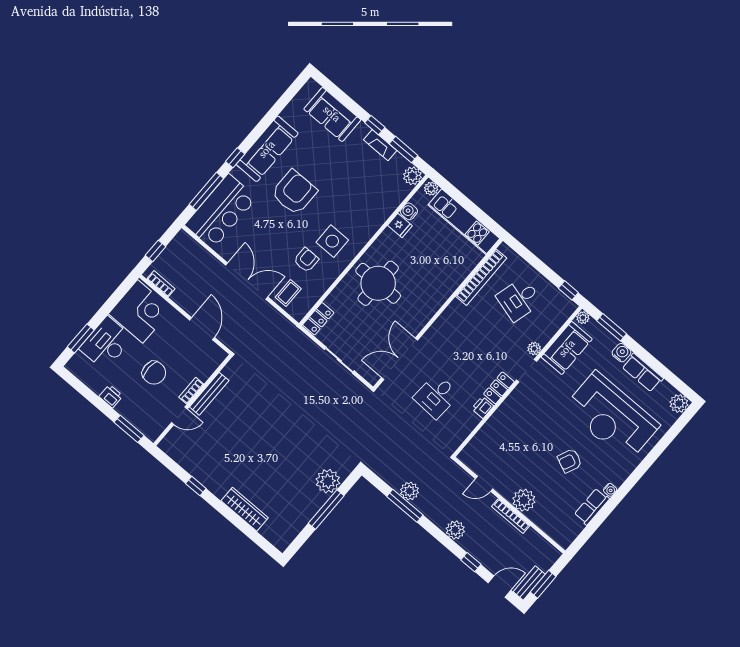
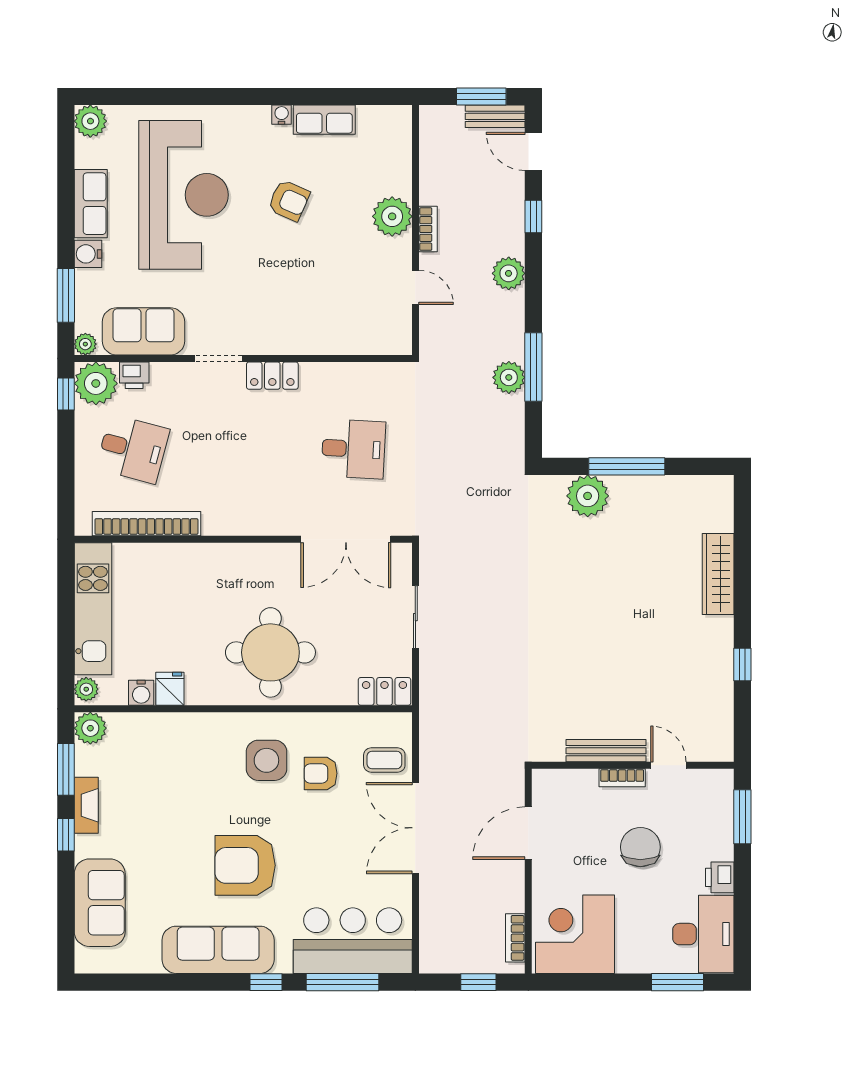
desk: (106, 343) -> (703, 934), moved, turned -90
plant: (534, 349) -> (96, 383), moved, width x1.88, depth x1.88
printer: (483, 407) -> (134, 375), moved
bookcase: (511, 516) -> (428, 229), width x0.64

